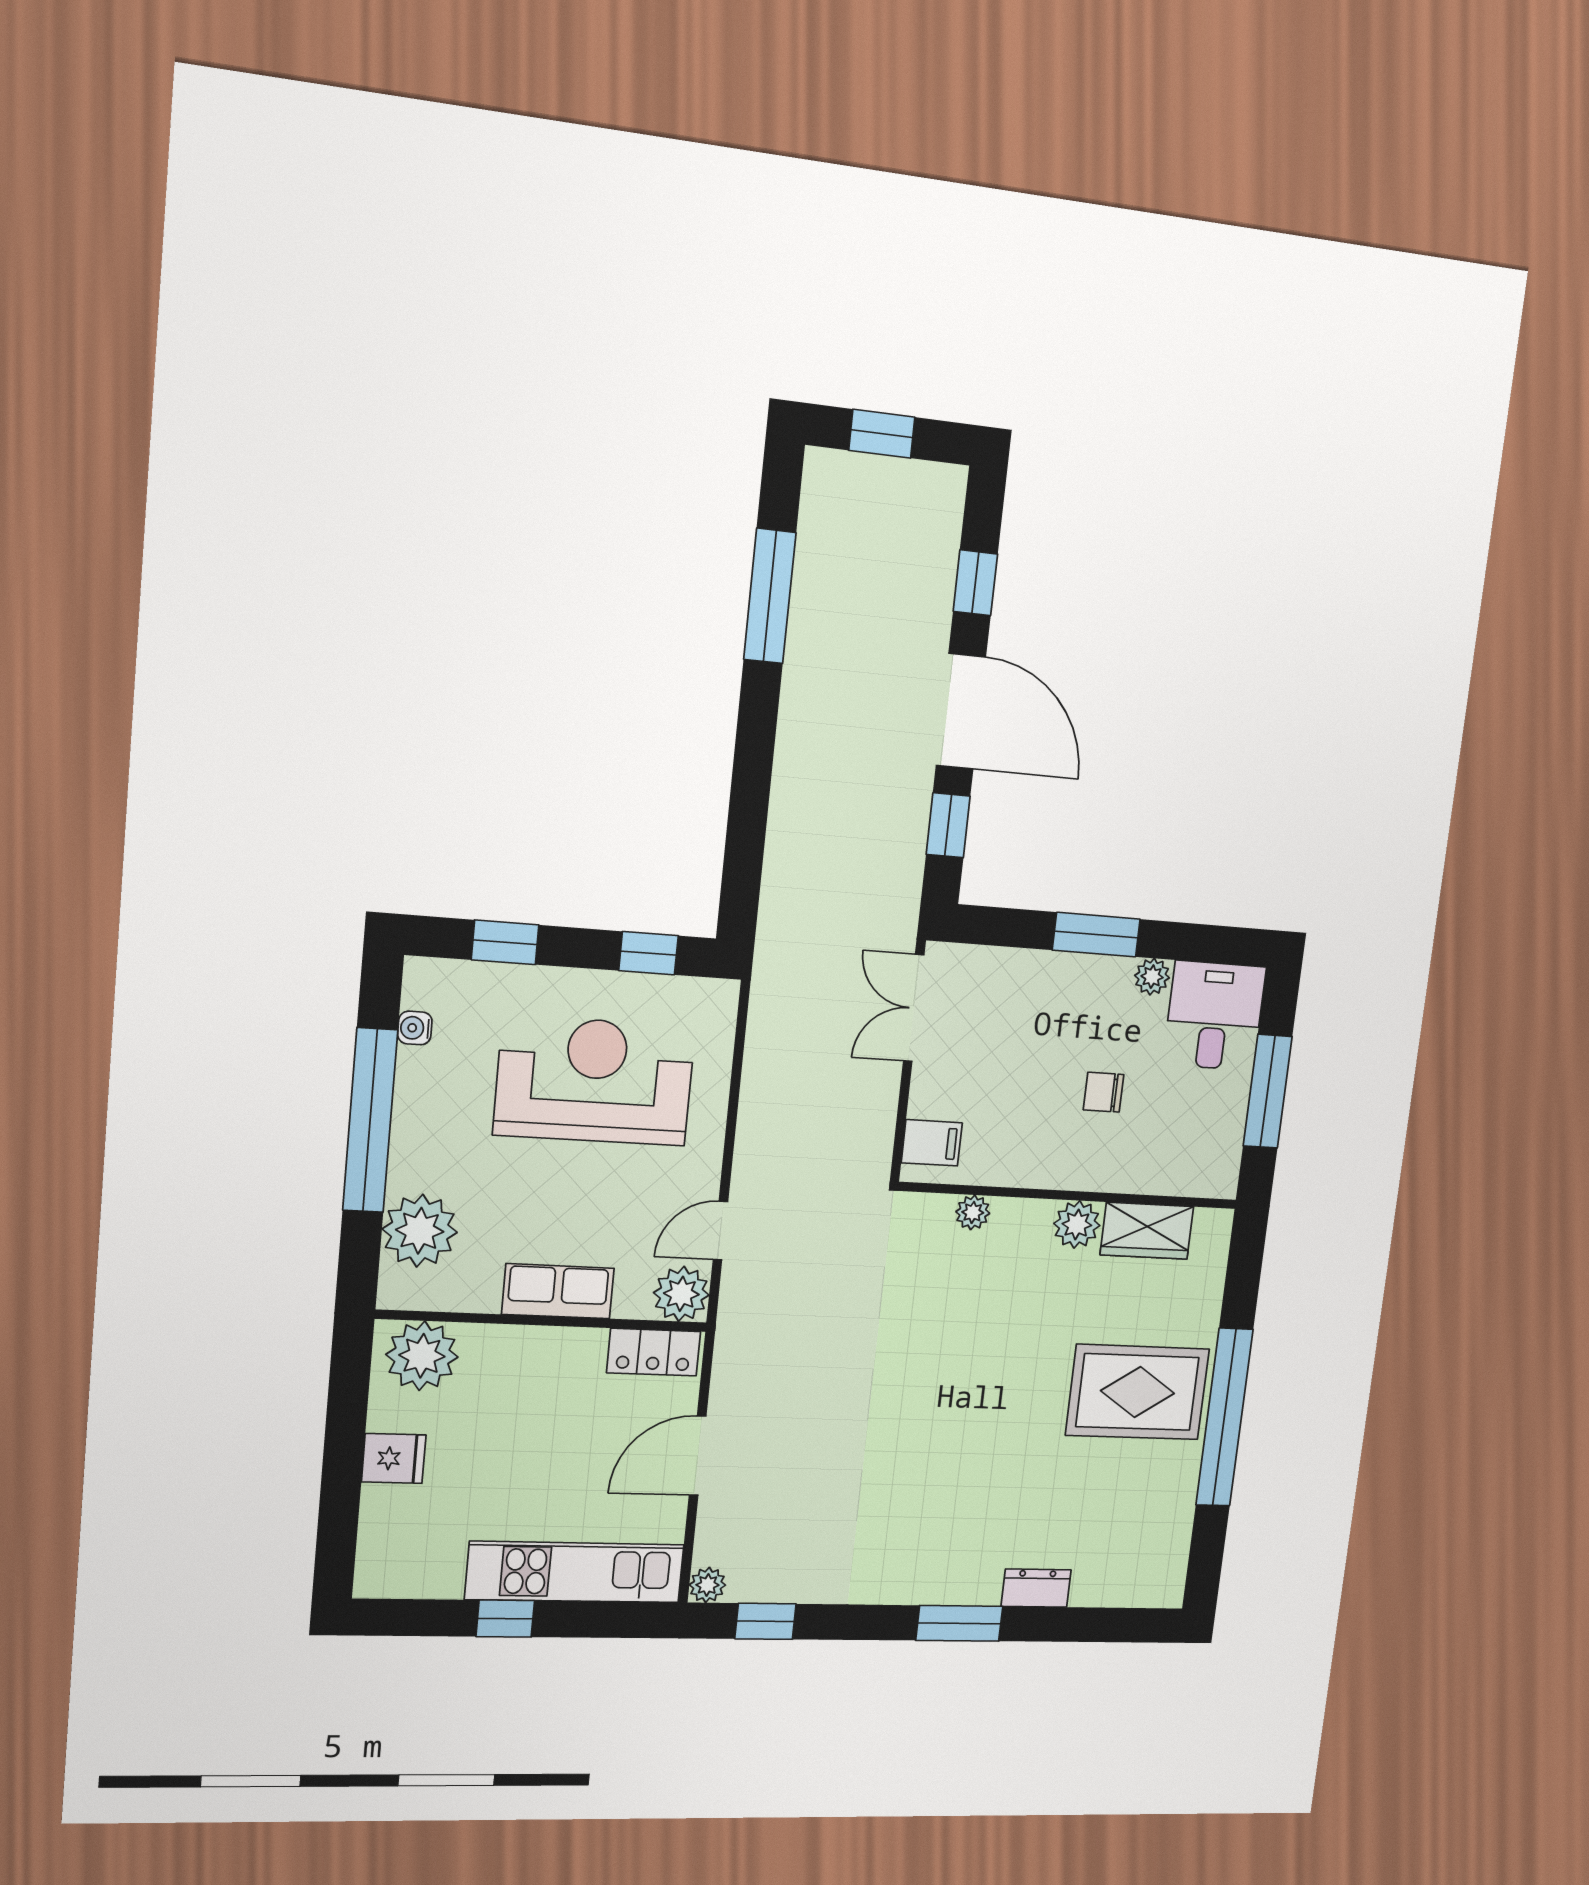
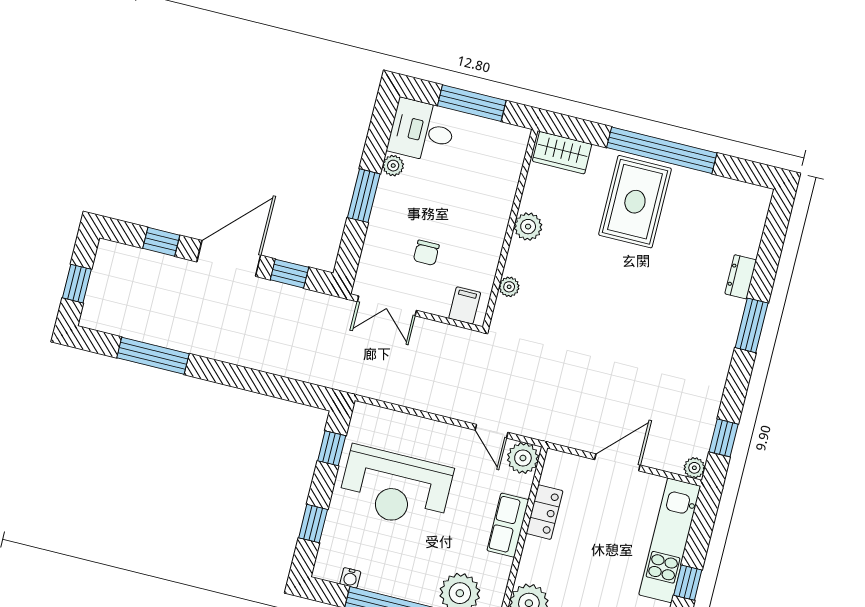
reception desk: (594, 1081) -> (396, 488), turned -90
chair: (1104, 1092) -> (426, 253), moved
wardrobe: (1147, 1231) -> (562, 153), moved, turned 90
locker: (654, 1352) -> (544, 512), moved
door: (698, 1456) -> (617, 462), swing flipped

